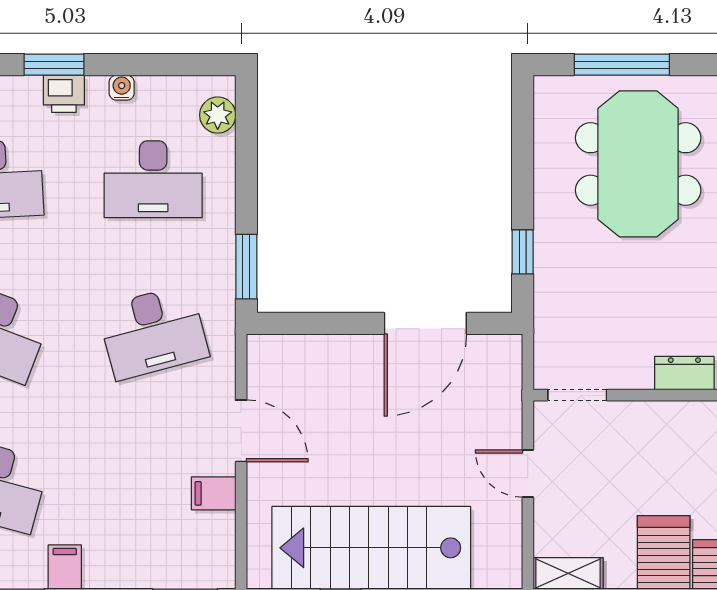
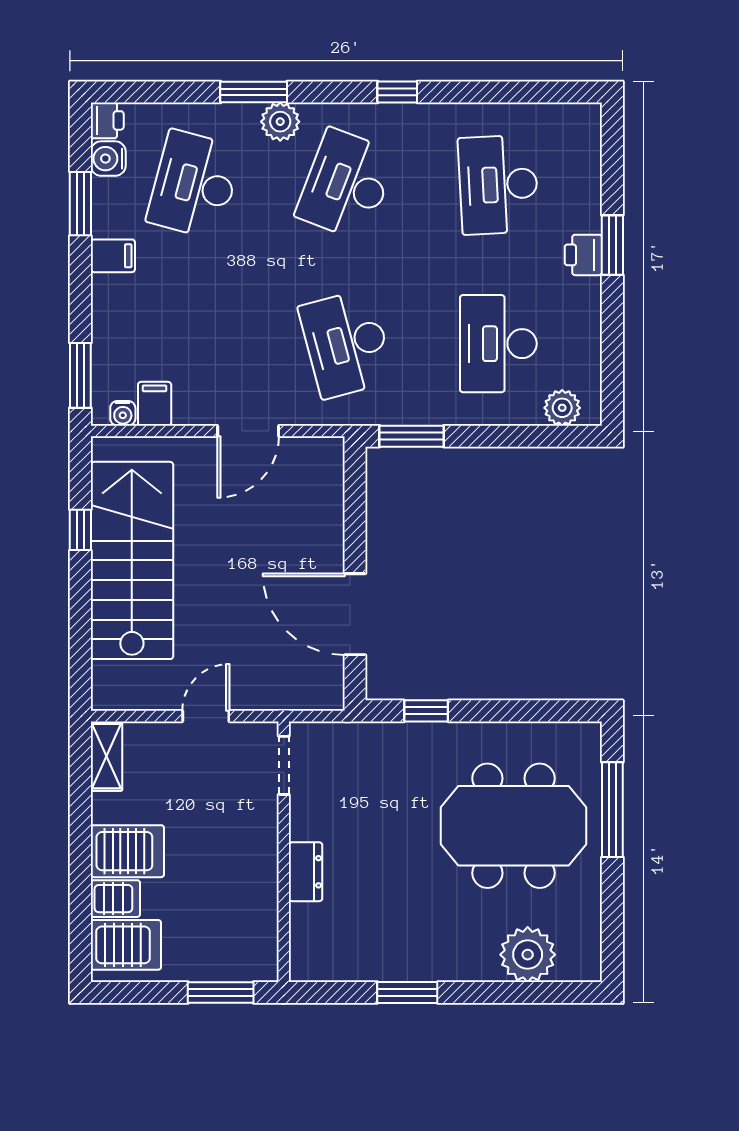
water cooler: (122, 88) -> (123, 413), moved, turned 90
filing cabinet: (214, 493) -> (155, 404), moved

